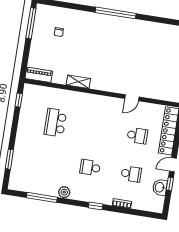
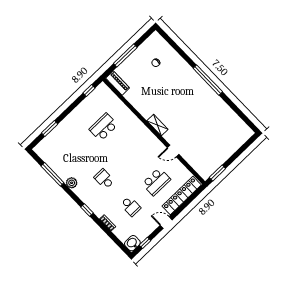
window: (31, 23) -> (125, 55), moved
shelving: (78, 82) -> (157, 125), moved
school desk: (137, 136) -> (156, 182), width x1.85
window: (170, 184) -> (145, 243), moved
washbasin: (160, 187) -> (132, 243), moved

